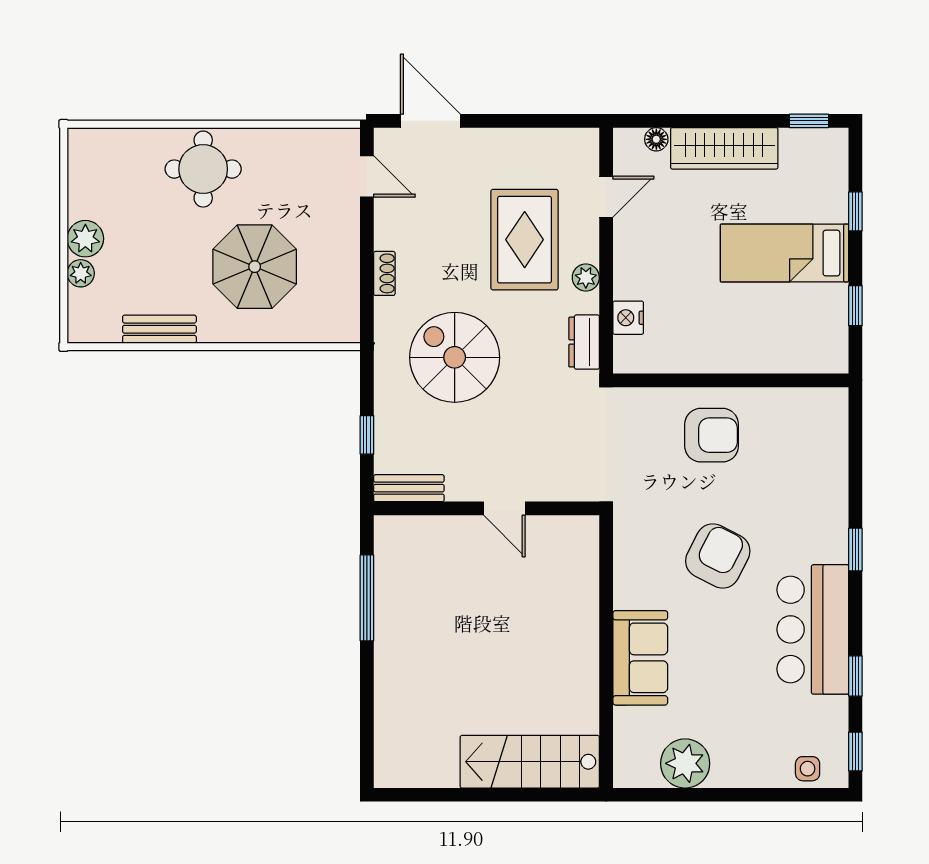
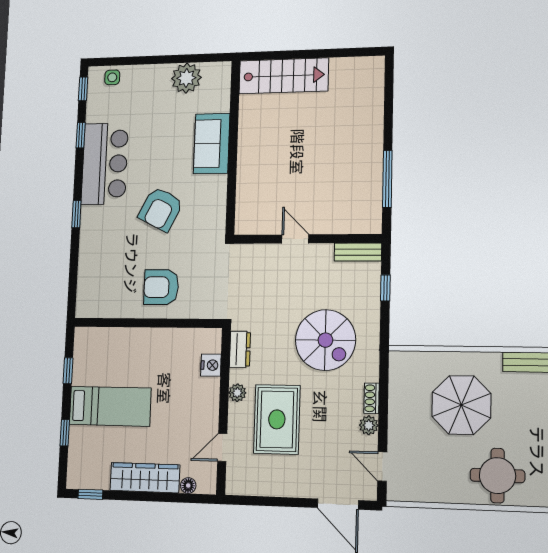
plant: (388, 235) -> (369, 425), added

